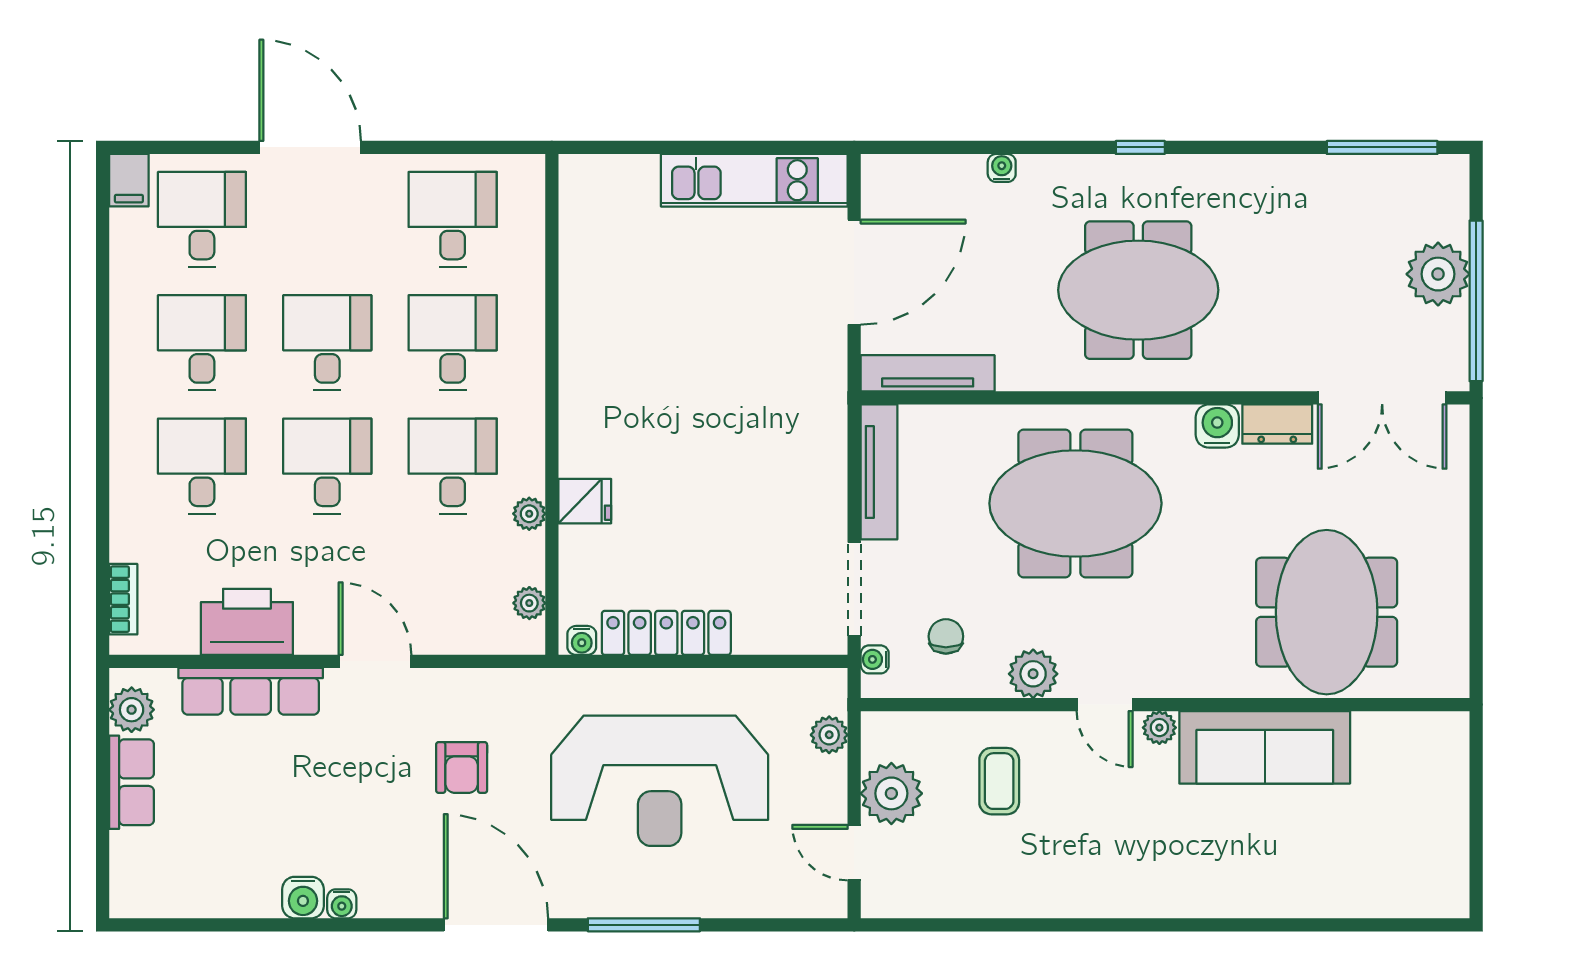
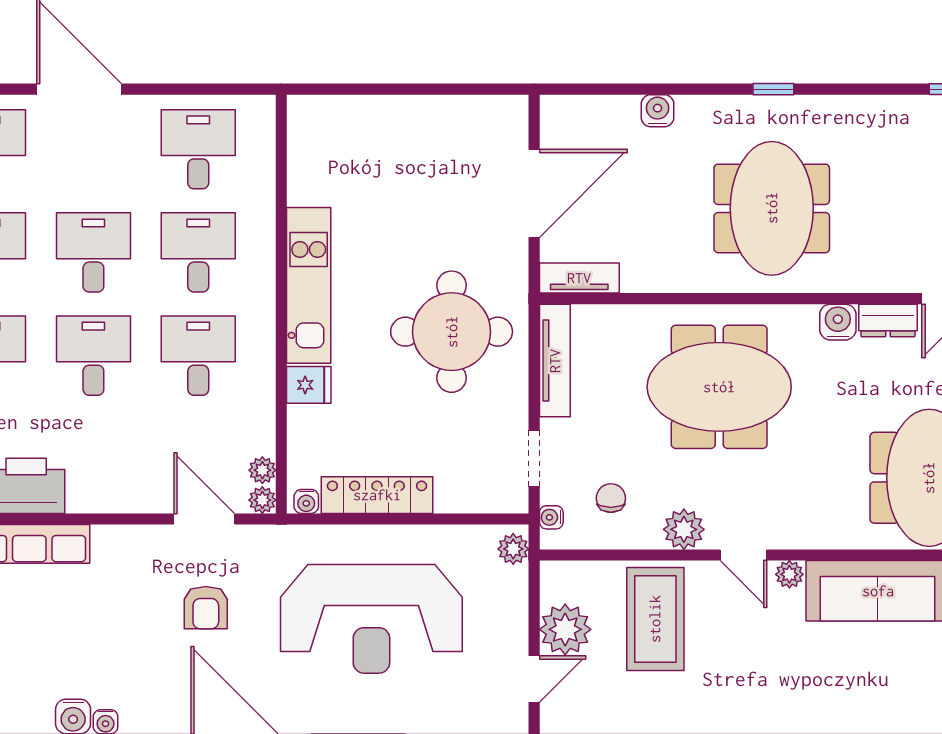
water cooler: (1002, 168) -> (658, 111), width x1.38, depth x1.38
kitchen unit: (754, 180) -> (309, 285), moved, turned -90
meeting table: (1138, 290) -> (772, 208), turned 90
tv unit: (928, 373) -> (579, 278), width x0.71
round table: (755, 437) -> (452, 332), added
plant: (529, 514) -> (262, 500), moved
doorway: (854, 589) -> (534, 459), width x0.73
door: (375, 661) -> (204, 519), moved
plant: (829, 735) -> (513, 549), moved
coffee table: (999, 781) -> (655, 619), width x1.86, depth x1.72
door: (854, 853) -> (534, 679), swing flipped

